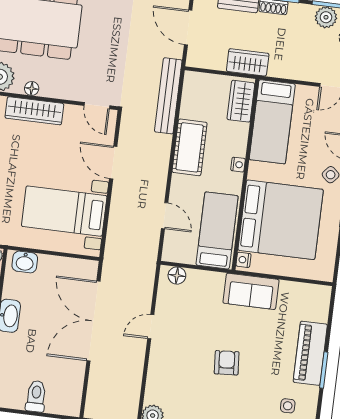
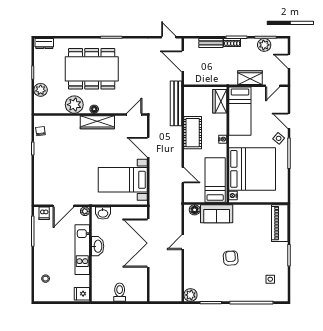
wardrobe: (248, 62) -> (250, 78), moved
door: (97, 106) -> (134, 115), swing flipped
sofa: (251, 291) -> (217, 214), moved
piano: (310, 353) -> (280, 223), moved

